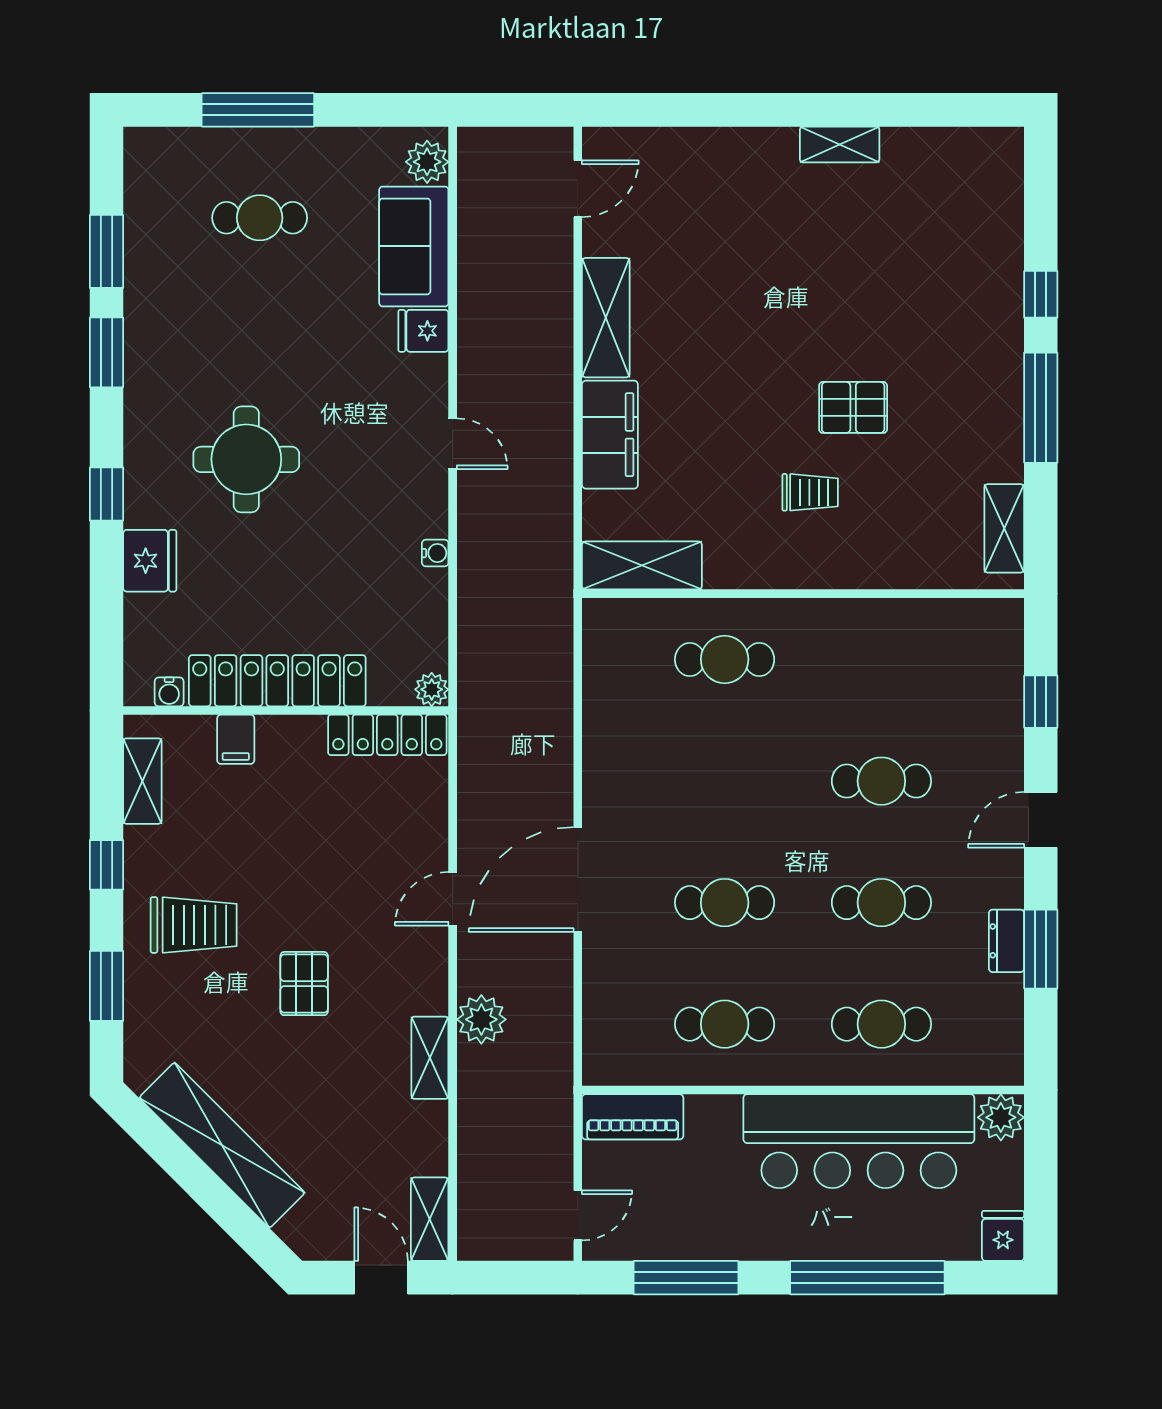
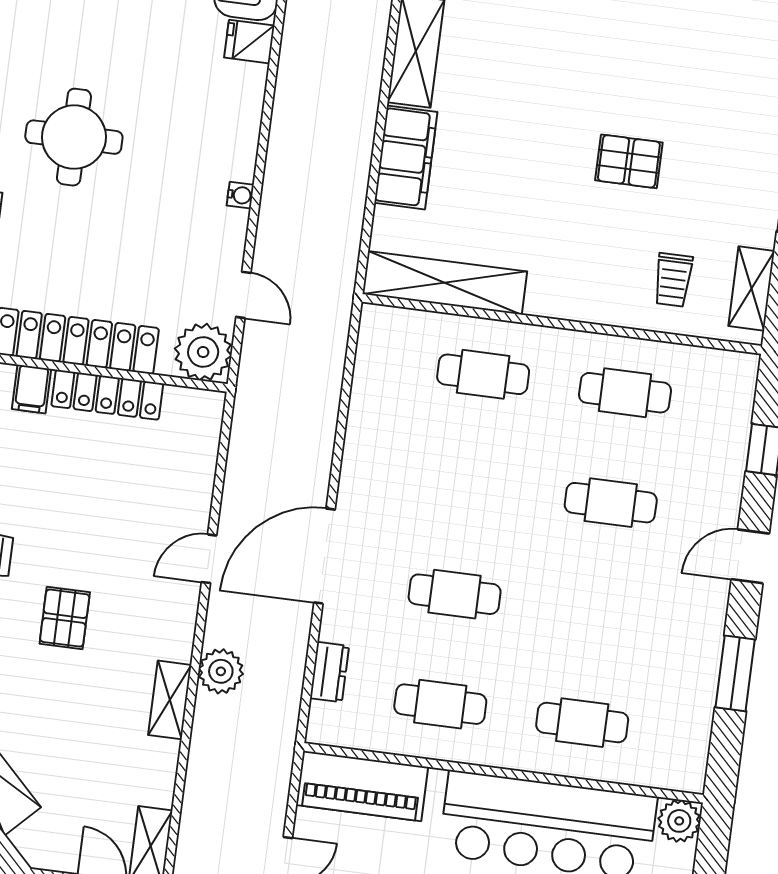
door: (453, 444) -> (243, 295), moved
trolley: (810, 492) -> (673, 280), moved, turned 90
water cooler: (435, 553) -> (240, 195), moved
shelving: (642, 565) -> (445, 283), width x1.47
plant: (432, 689) -> (203, 352), width x1.87, depth x1.87
locker: (387, 735) -> (107, 395), moved
cafe table: (881, 903) -> (625, 393), moved
dresser: (1006, 941) -> (329, 672), moved, turned 180
piano: (633, 1117) -> (362, 786), width x1.37, depth x1.33

